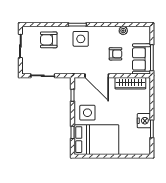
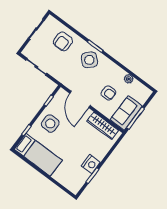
side table: (81, 39) -> (89, 60), turned 45
armchair: (49, 40) -> (63, 41), turned -90
bed: (96, 140) -> (38, 155), width x0.67

